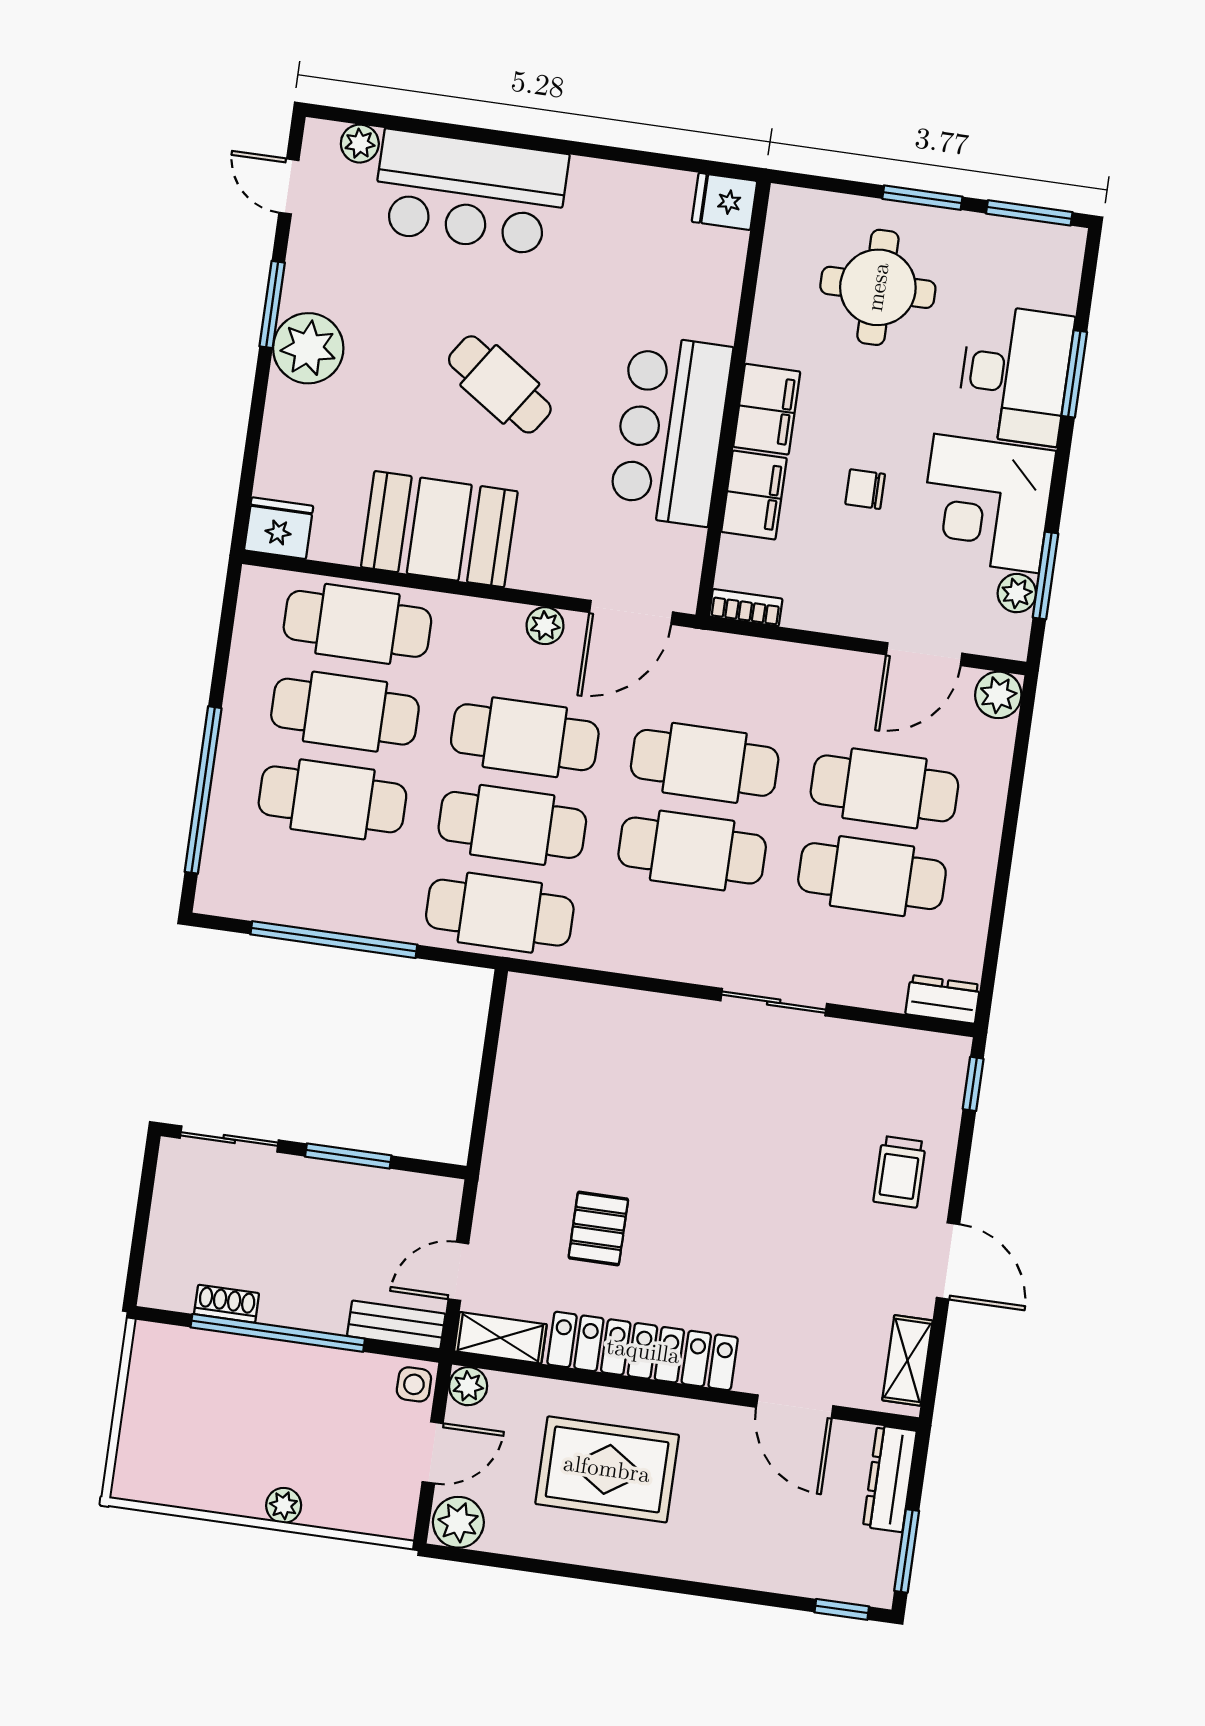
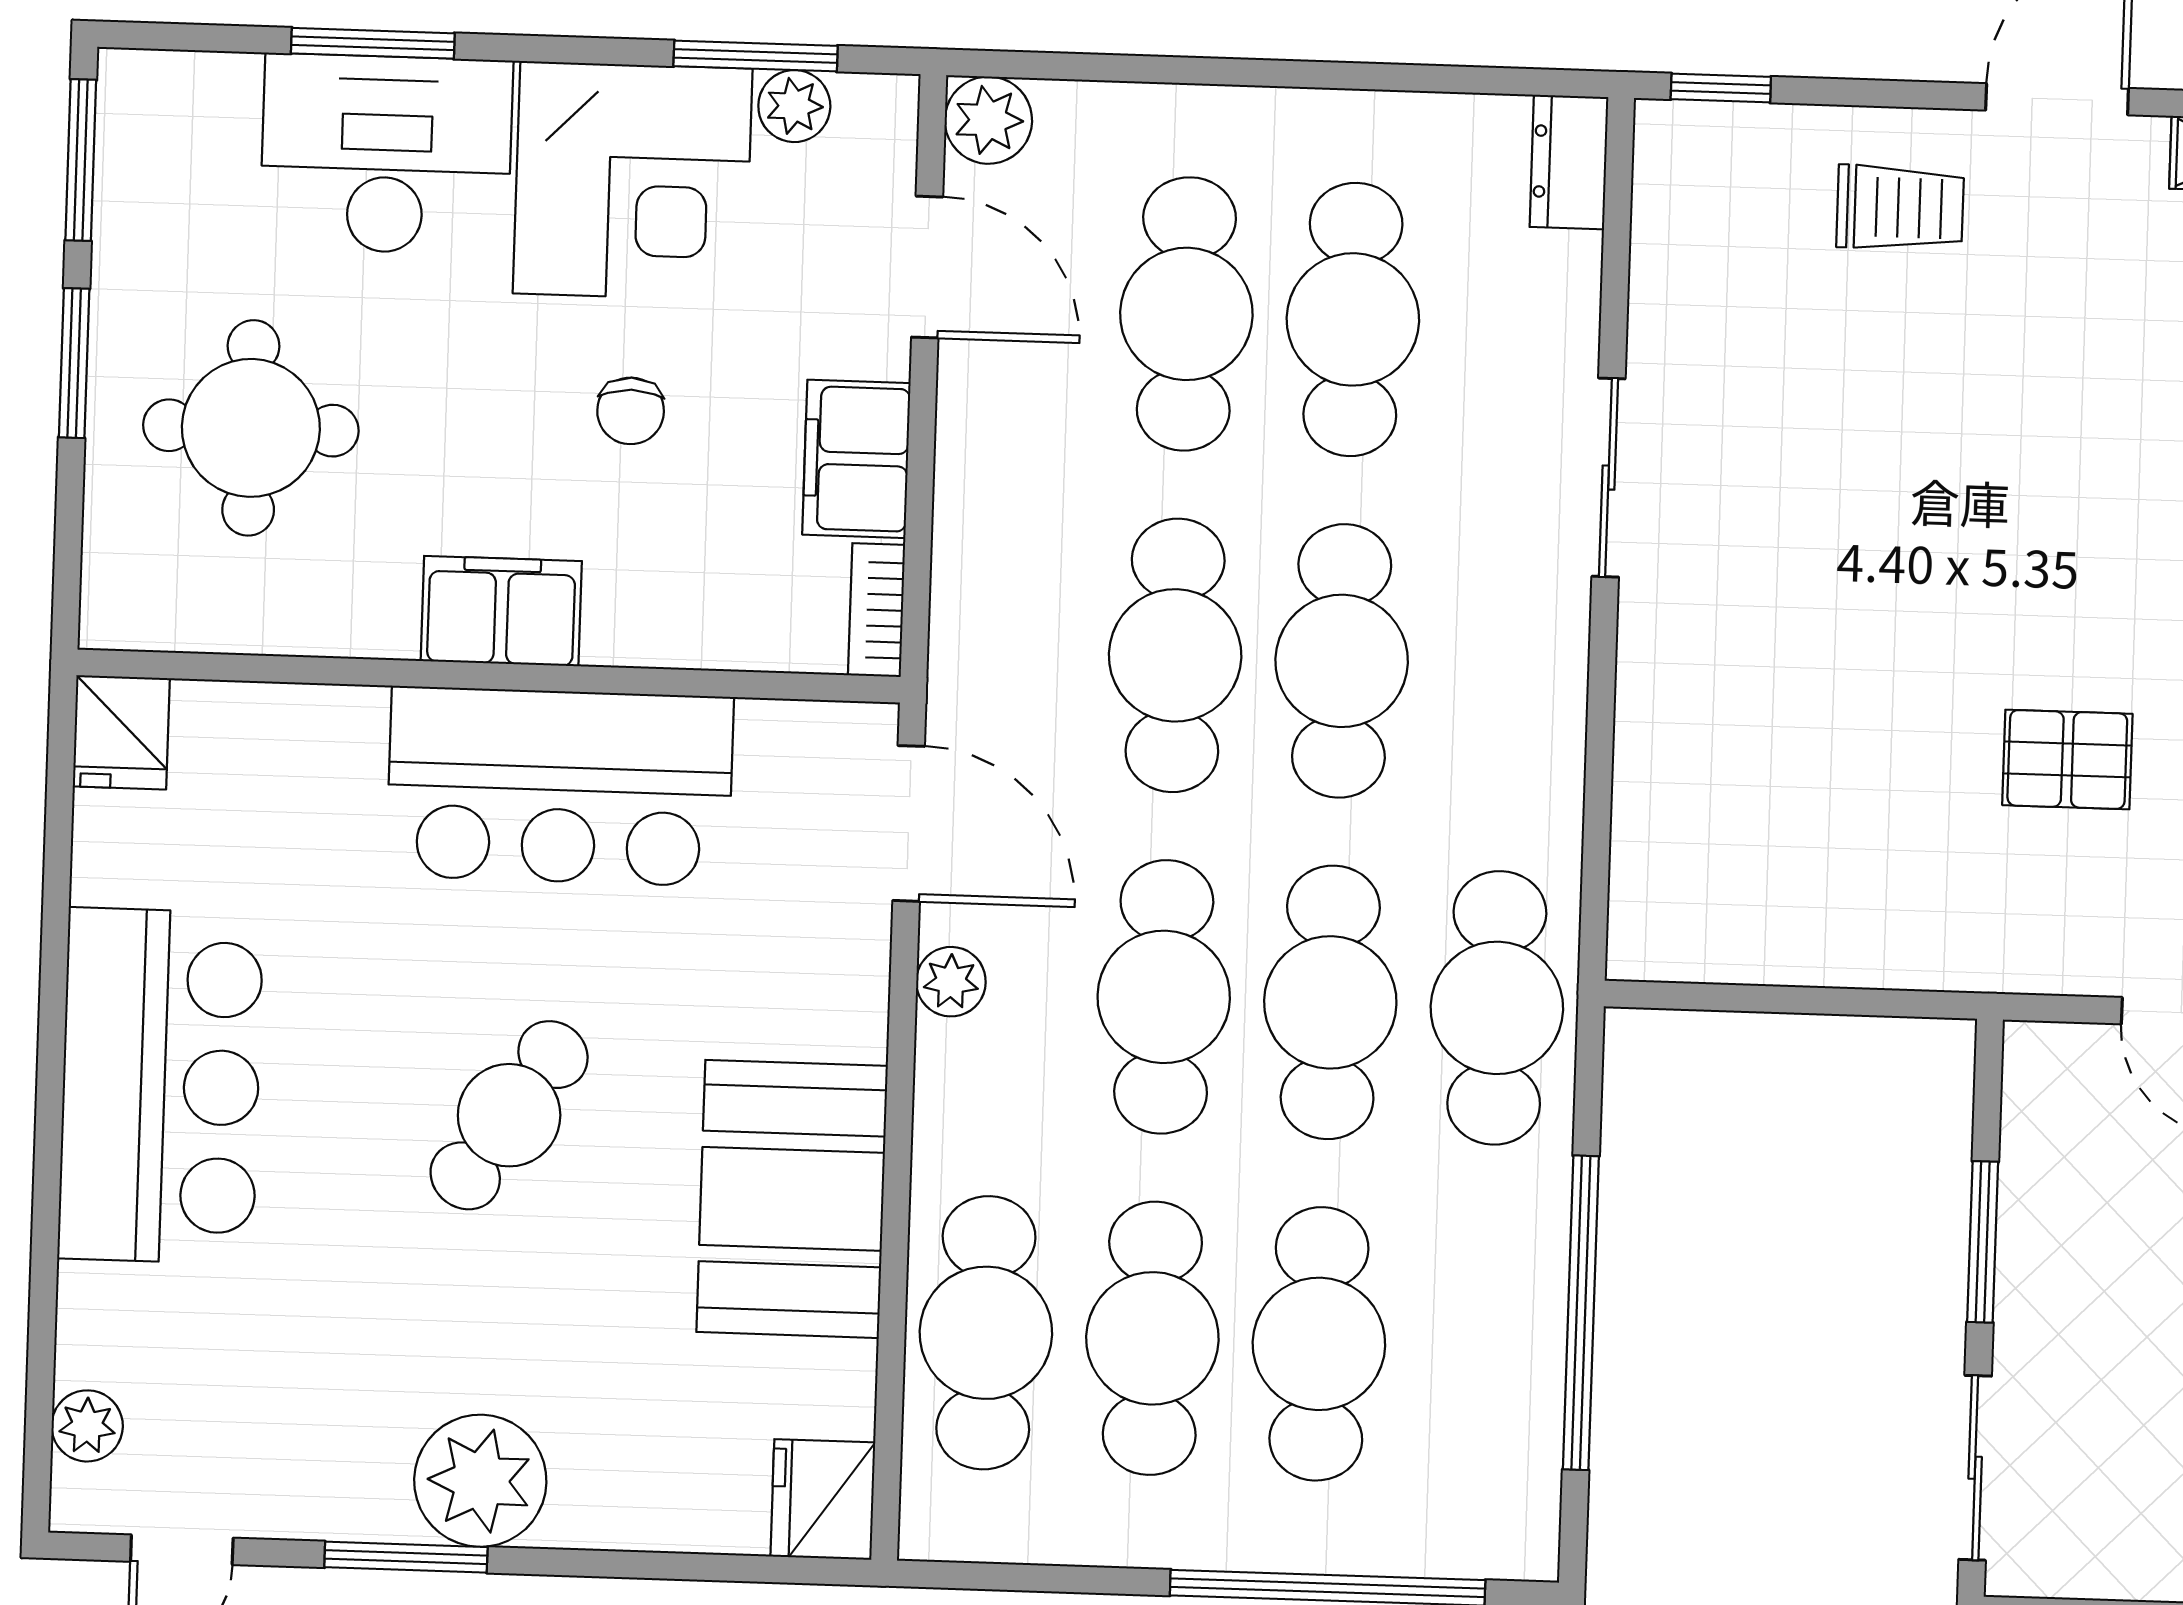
bar counter: (470, 193) -> (161, 1086), moved
filing cabinet: (754, 495) -> (856, 459), moved, turned -90

